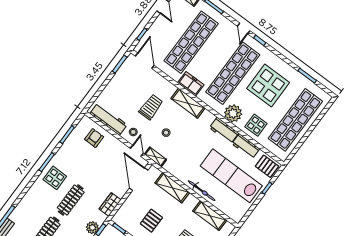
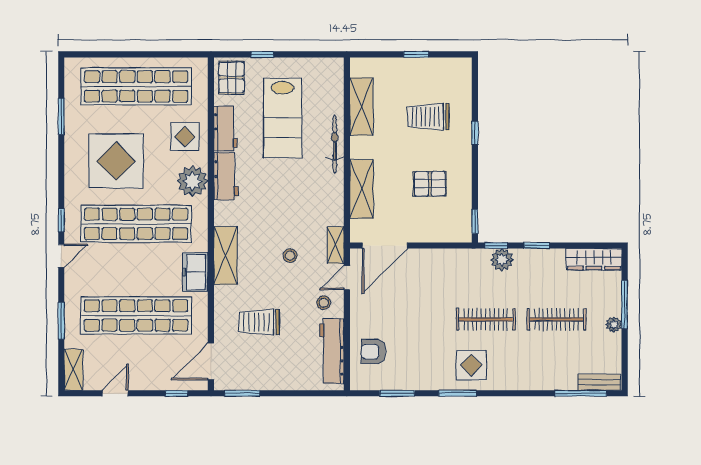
trolley: (151, 107) -> (259, 322), moved
lab bench: (231, 176) -> (282, 118), width x0.73
wardrobe: (110, 204) -> (451, 259), removed

